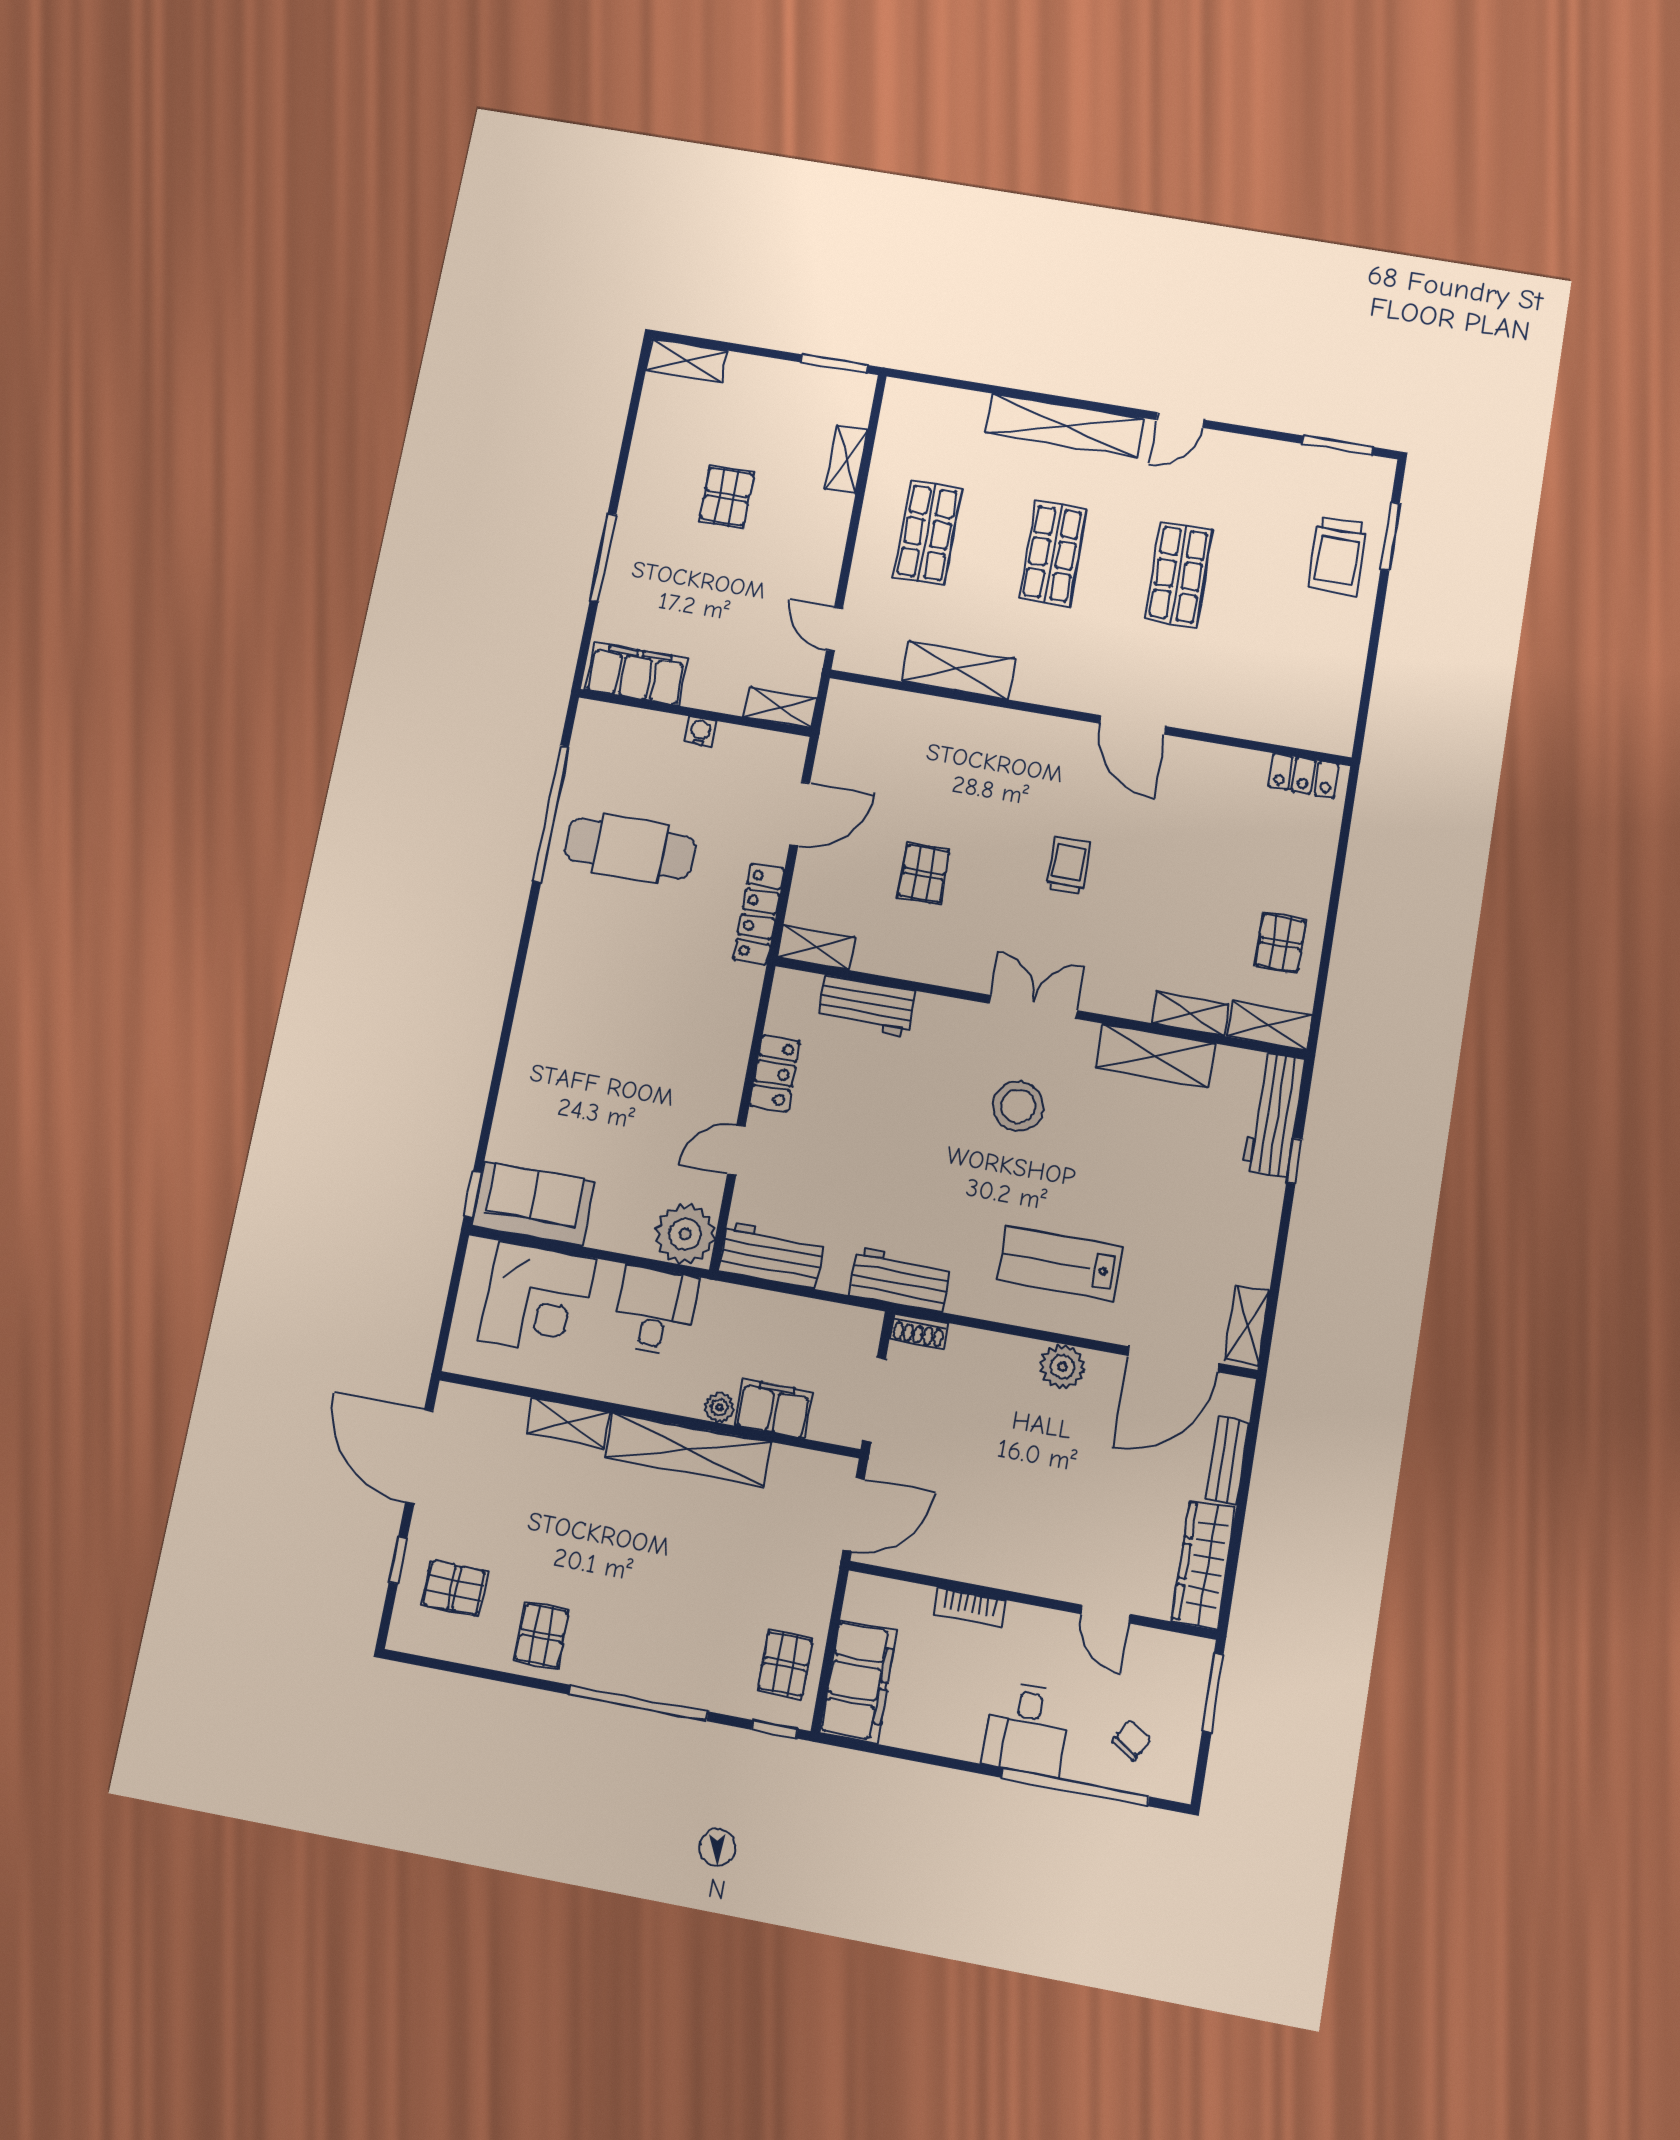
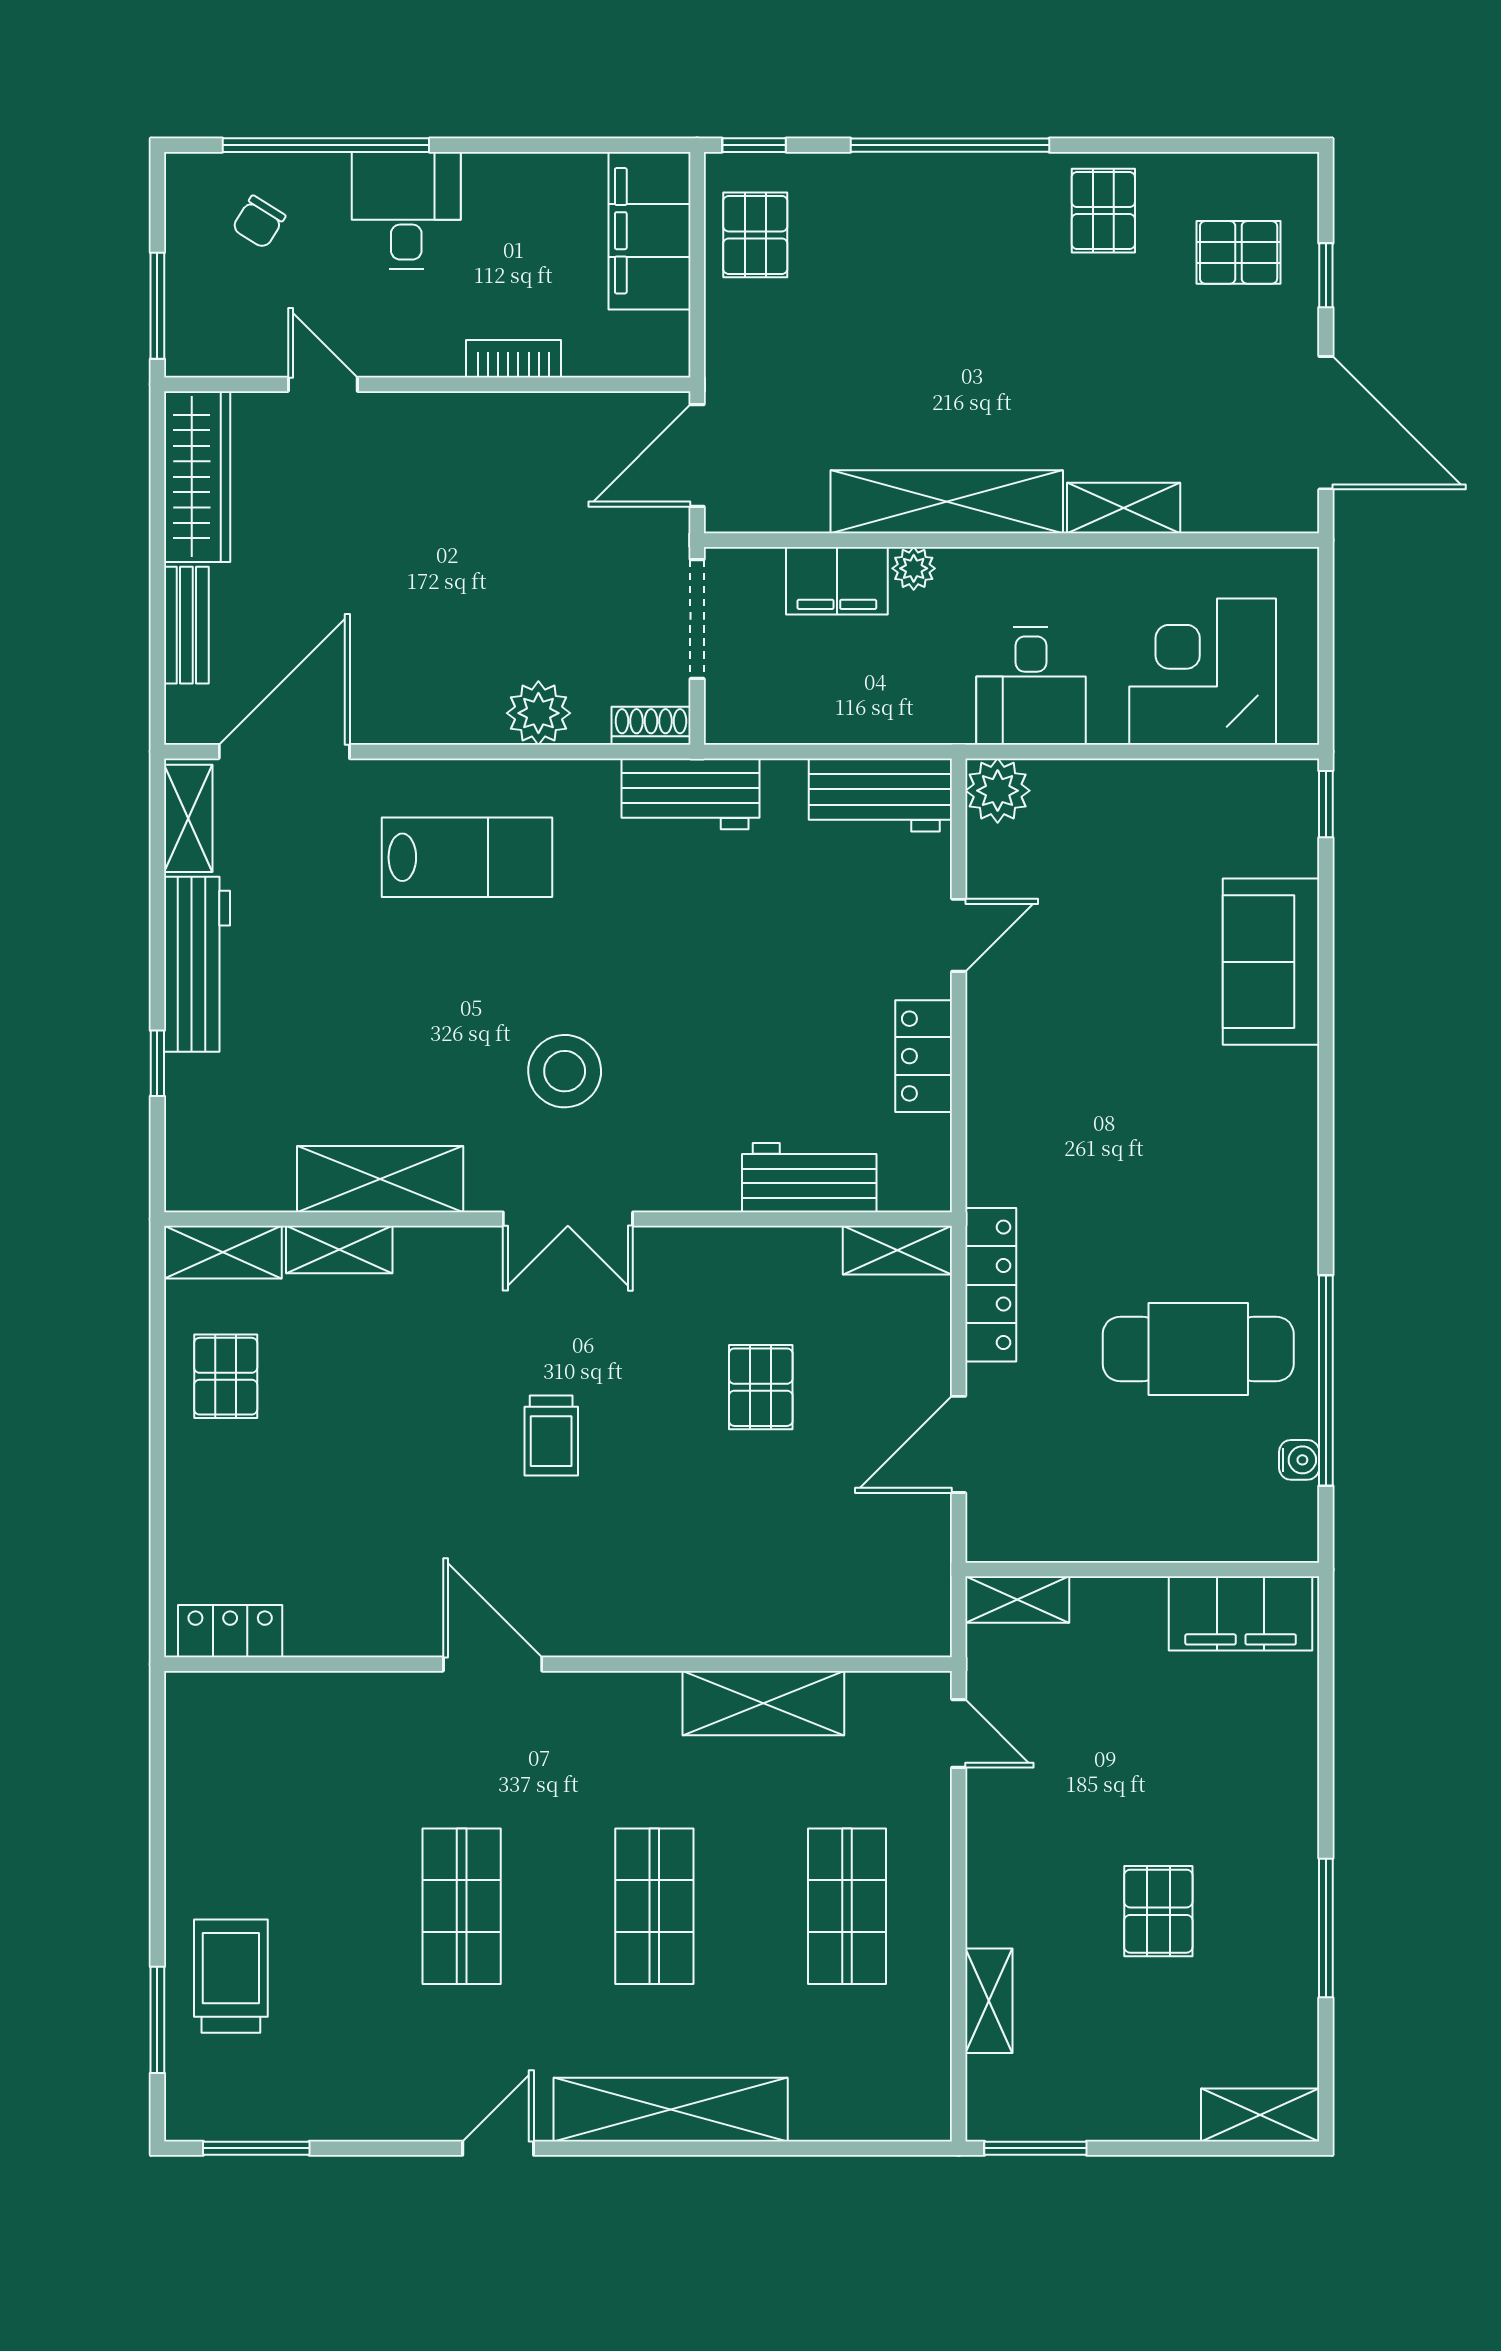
window: (603, 558) -> (1326, 1928), moved
water cooler: (700, 731) -> (1299, 1460), moved, turned -90
workbench: (1274, 1114) -> (197, 964), moved
sofa: (533, 1204) -> (1271, 962), moved, turned 90
plant: (685, 1234) -> (998, 791), width x0.73, depth x0.73
plant: (1062, 1367) -> (538, 713), moved

